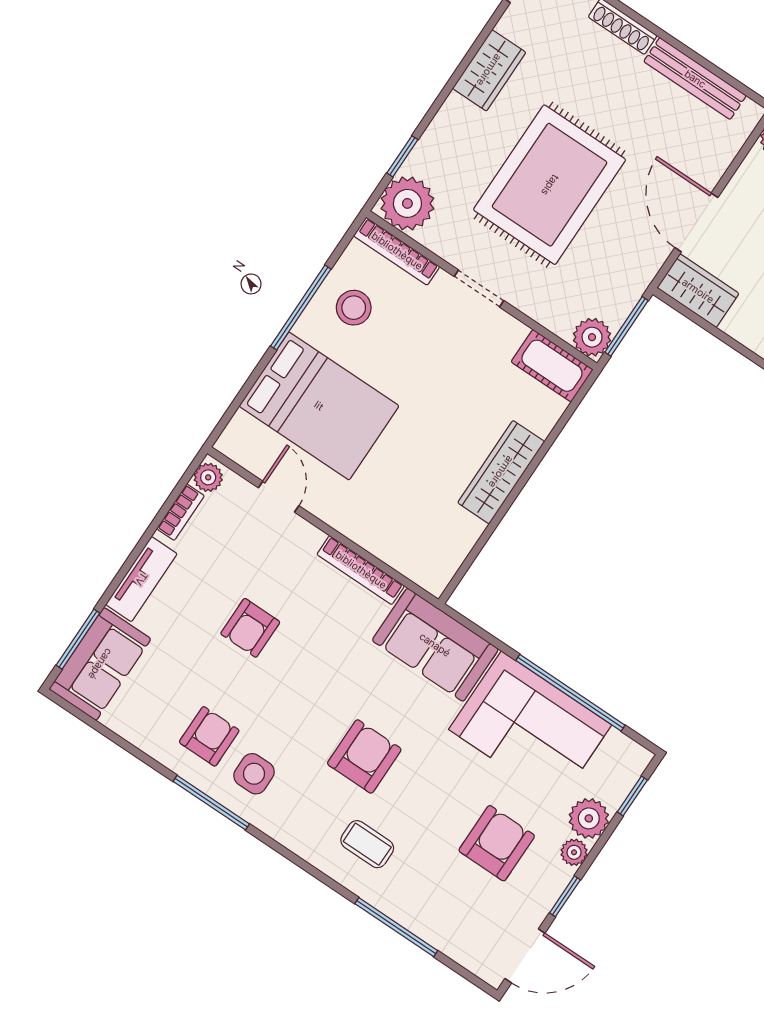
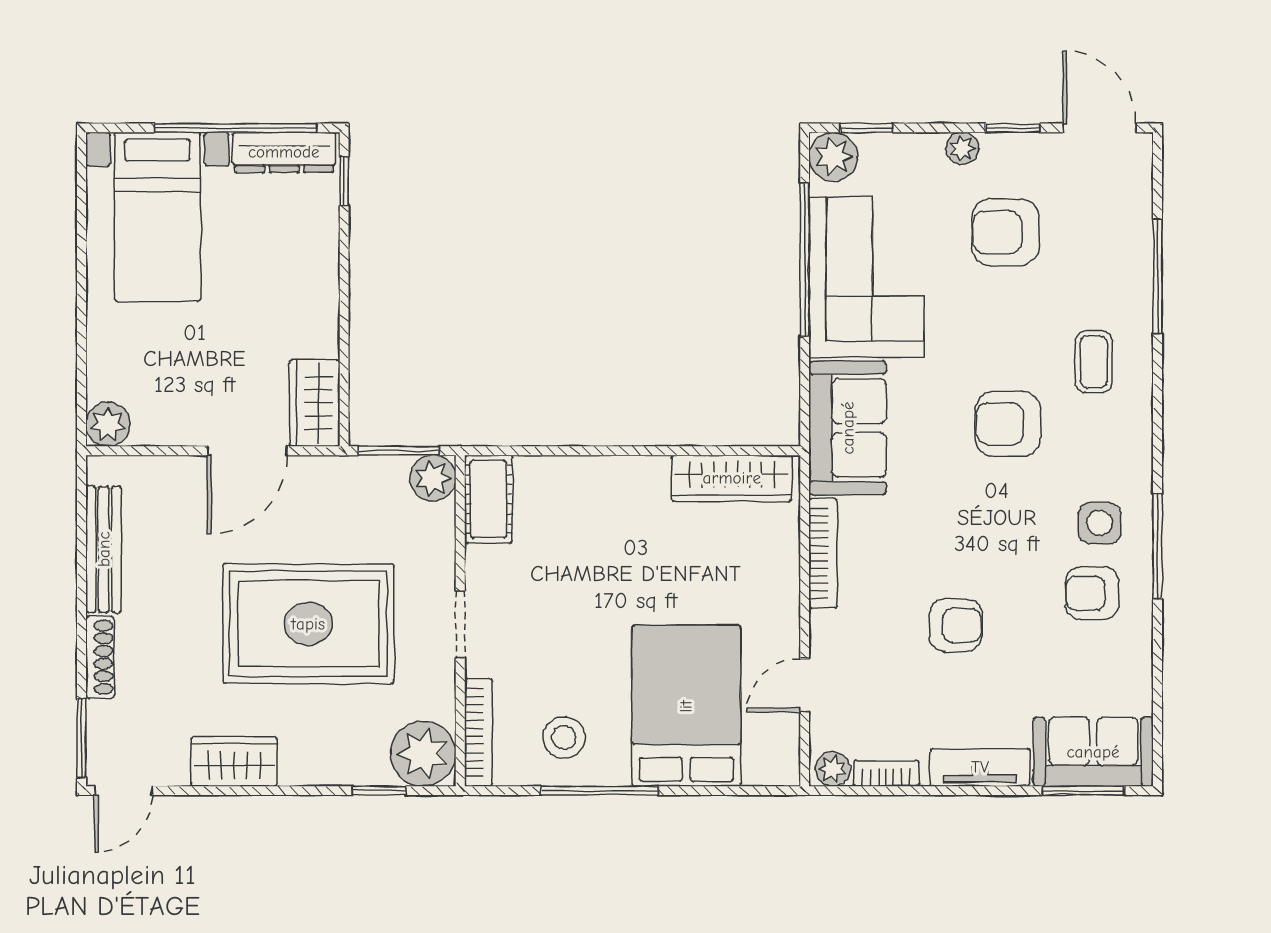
wardrobe: (501, 472) -> (732, 478), moved
plant: (589, 818) -> (833, 157), moved

